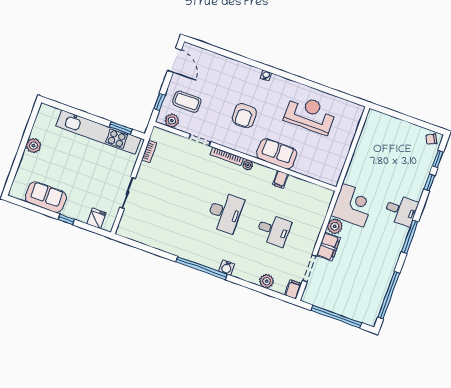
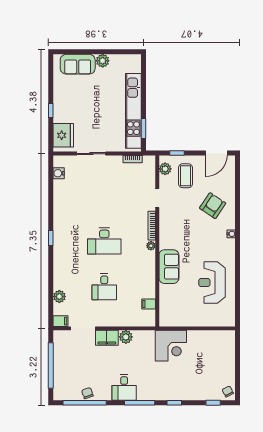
reception desk: (310, 114) -> (212, 283), turned 180
armchair: (244, 115) -> (213, 206), moved, turned 124
filing cabinet: (280, 179) -> (149, 304), moved
window: (429, 182) -> (174, 403), moved
sofa: (46, 197) -> (78, 64), moved, turned 90
corner desk: (353, 205) -> (171, 346), moved
desk: (401, 210) -> (124, 388), moved
fridge: (96, 218) -> (63, 135), width x1.88, depth x1.34
window: (201, 268) -> (51, 238), width x0.32
water cooler: (227, 268) -> (59, 173), moved
chair: (380, 288) -> (87, 393), added

